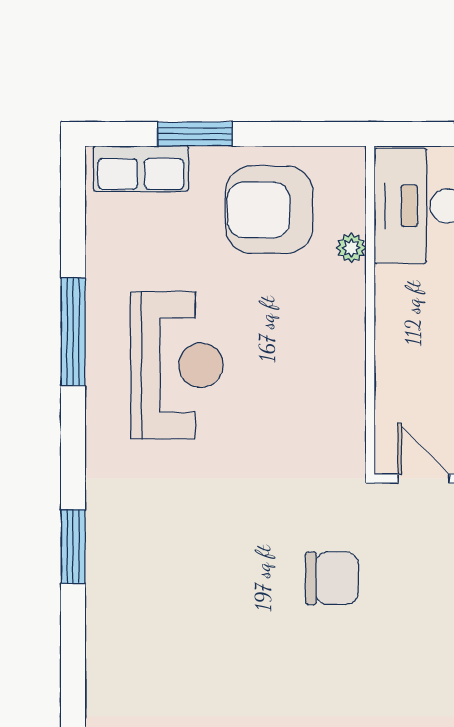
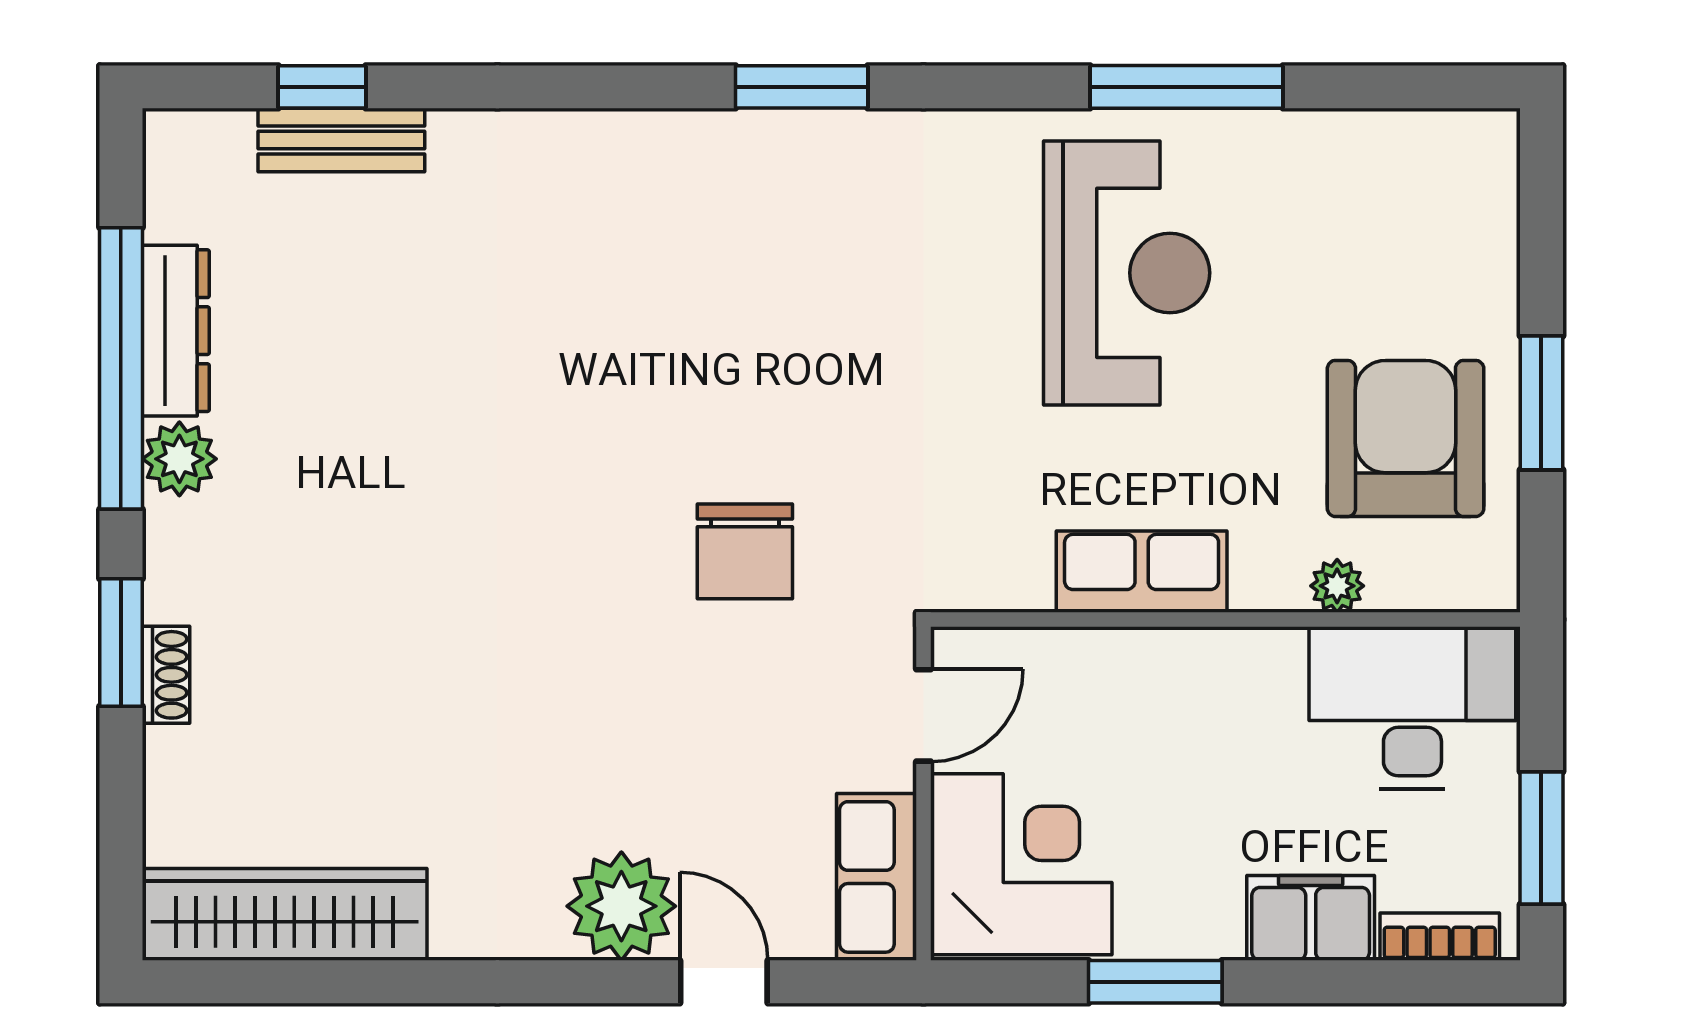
window: (195, 134) -> (1541, 403), moved
row of seats: (141, 169) -> (1142, 572), moved, turned 90
reception desk: (177, 365) -> (1127, 273), turned -90

